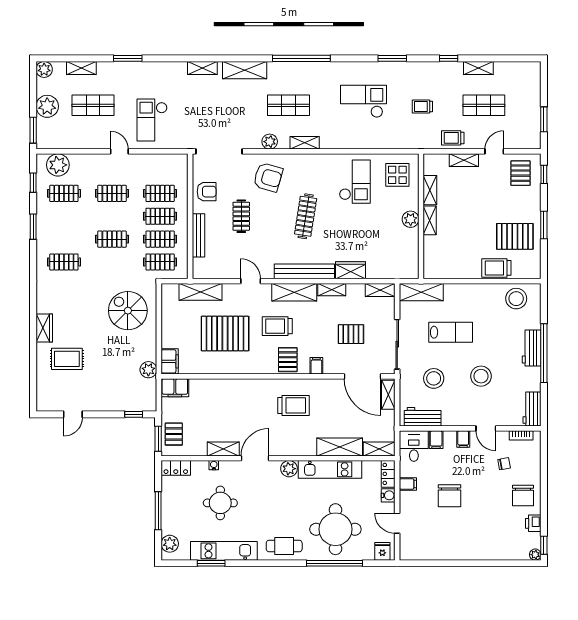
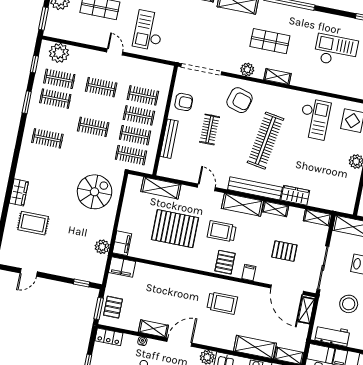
clothes rail: (64, 216) -> (55, 99), added
clothes rail: (306, 216) -> (265, 141), width x1.37, depth x1.31
spiral stairs: (128, 311) -> (95, 192), turned 90

